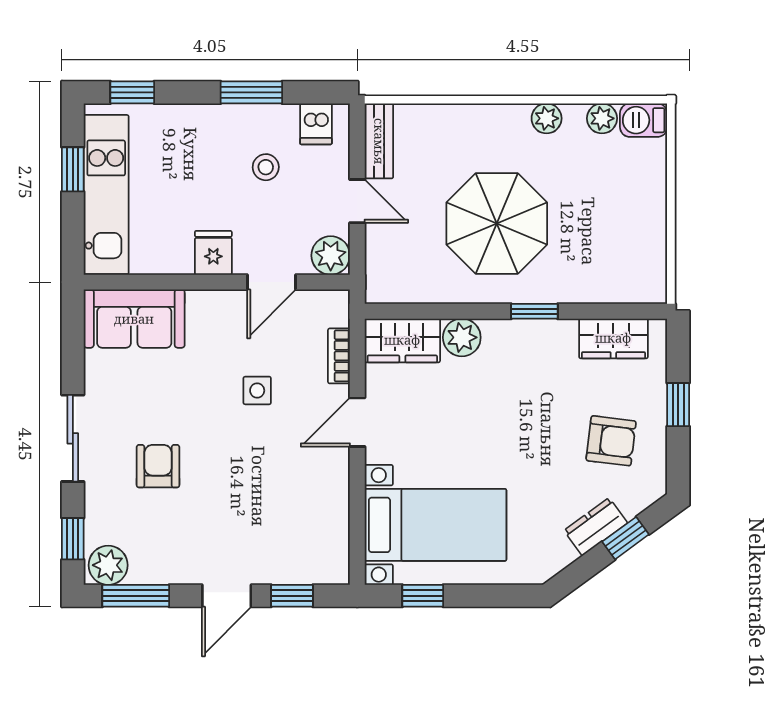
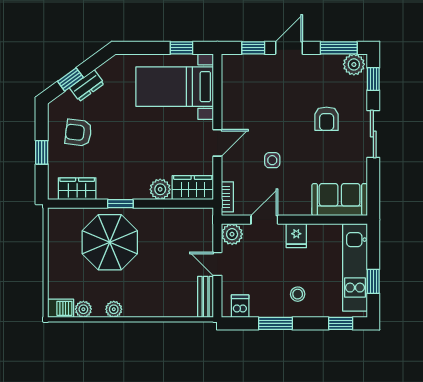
stool: (266, 167) -> (298, 294), moved
parasol: (497, 224) -> (110, 242), moved
bookcase: (339, 356) -> (227, 197), moved

